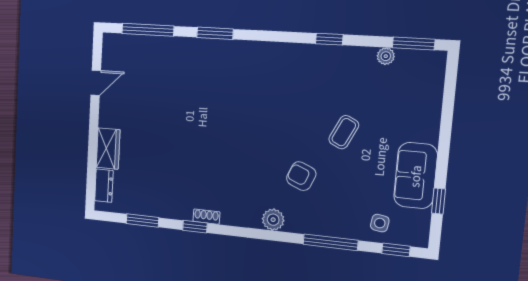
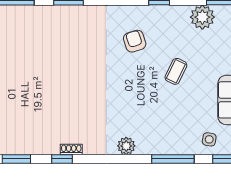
plant: (386, 56) -> (202, 17), width x1.88, depth x1.88
armchair: (301, 176) -> (135, 41), moved, turned 49

